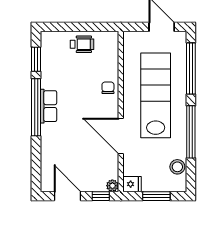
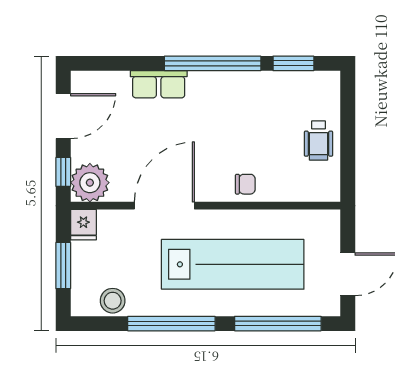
row of seats: (48, 106) -> (159, 84), moved
plant: (112, 186) -> (90, 183), width x1.87, depth x1.87

